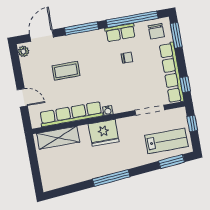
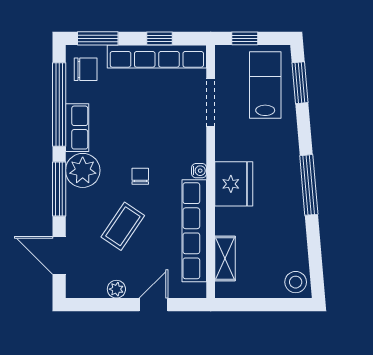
plant: (95, 41) -> (83, 170), added
plant: (23, 51) -> (116, 289), moved
chair: (127, 58) -> (140, 176), moved
coffee table: (66, 71) -> (123, 226), turned 34
window: (185, 84) -> (160, 38), moved
shelving: (58, 138) -> (225, 259), width x0.67, depth x0.75
stool: (51, 181) -> (296, 282), added

